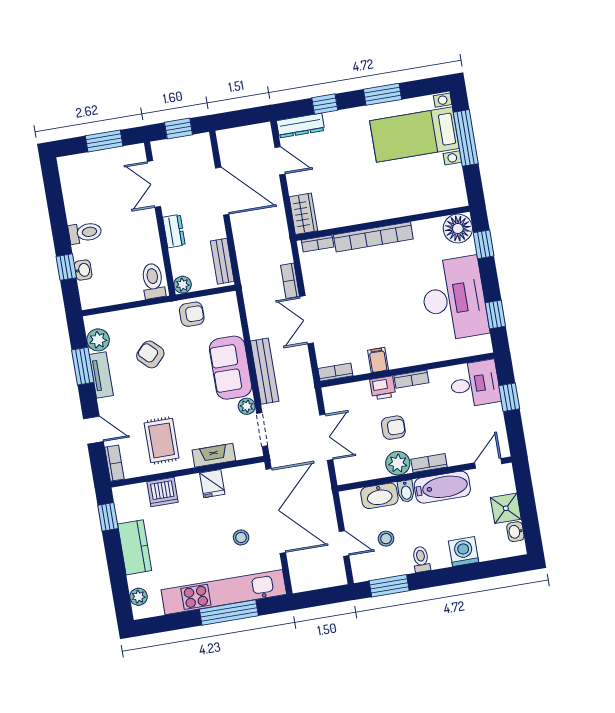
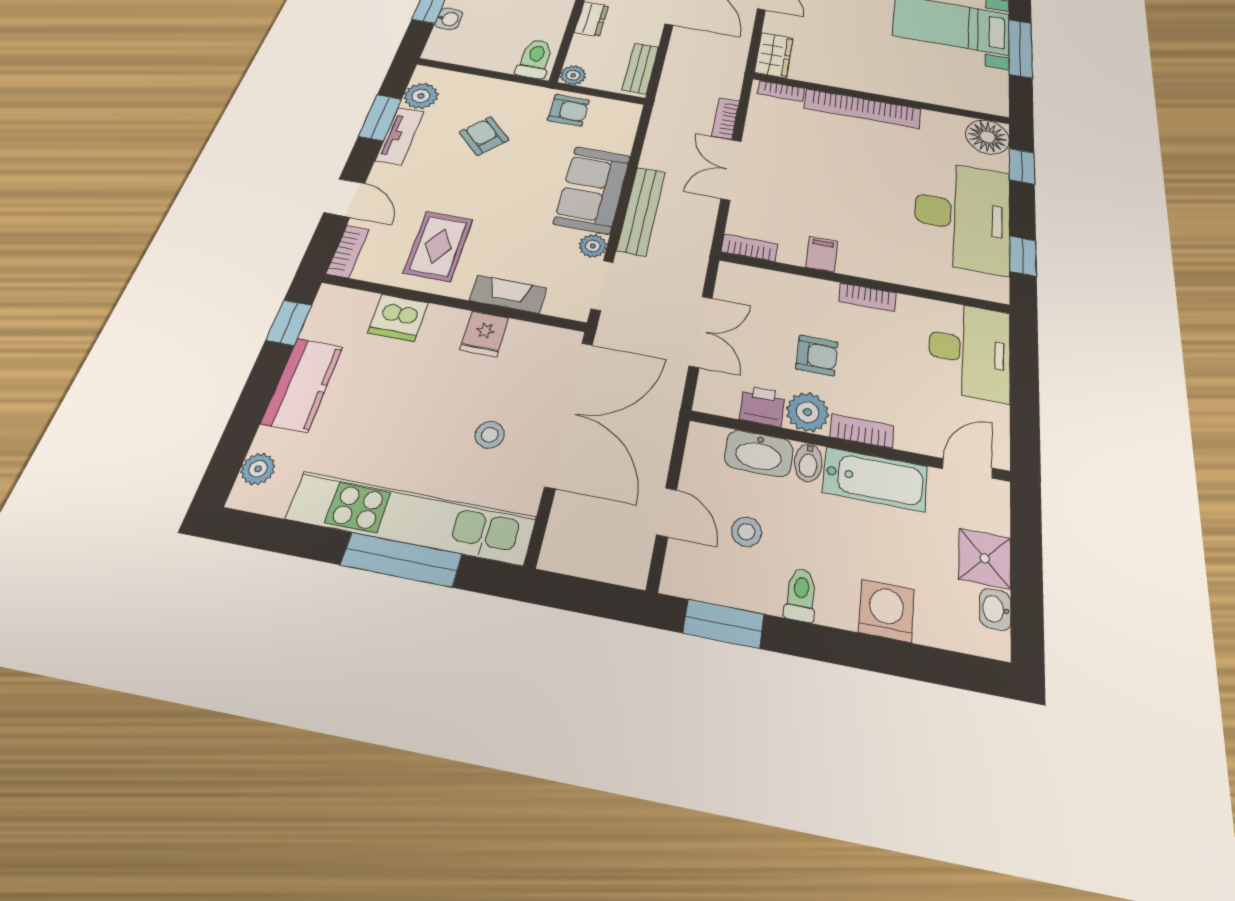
desk: (475, 384) -> (970, 351), width x1.37
printer: (383, 388) -> (762, 406), moved, turned 180
window: (509, 397) -> (1024, 377), removed

